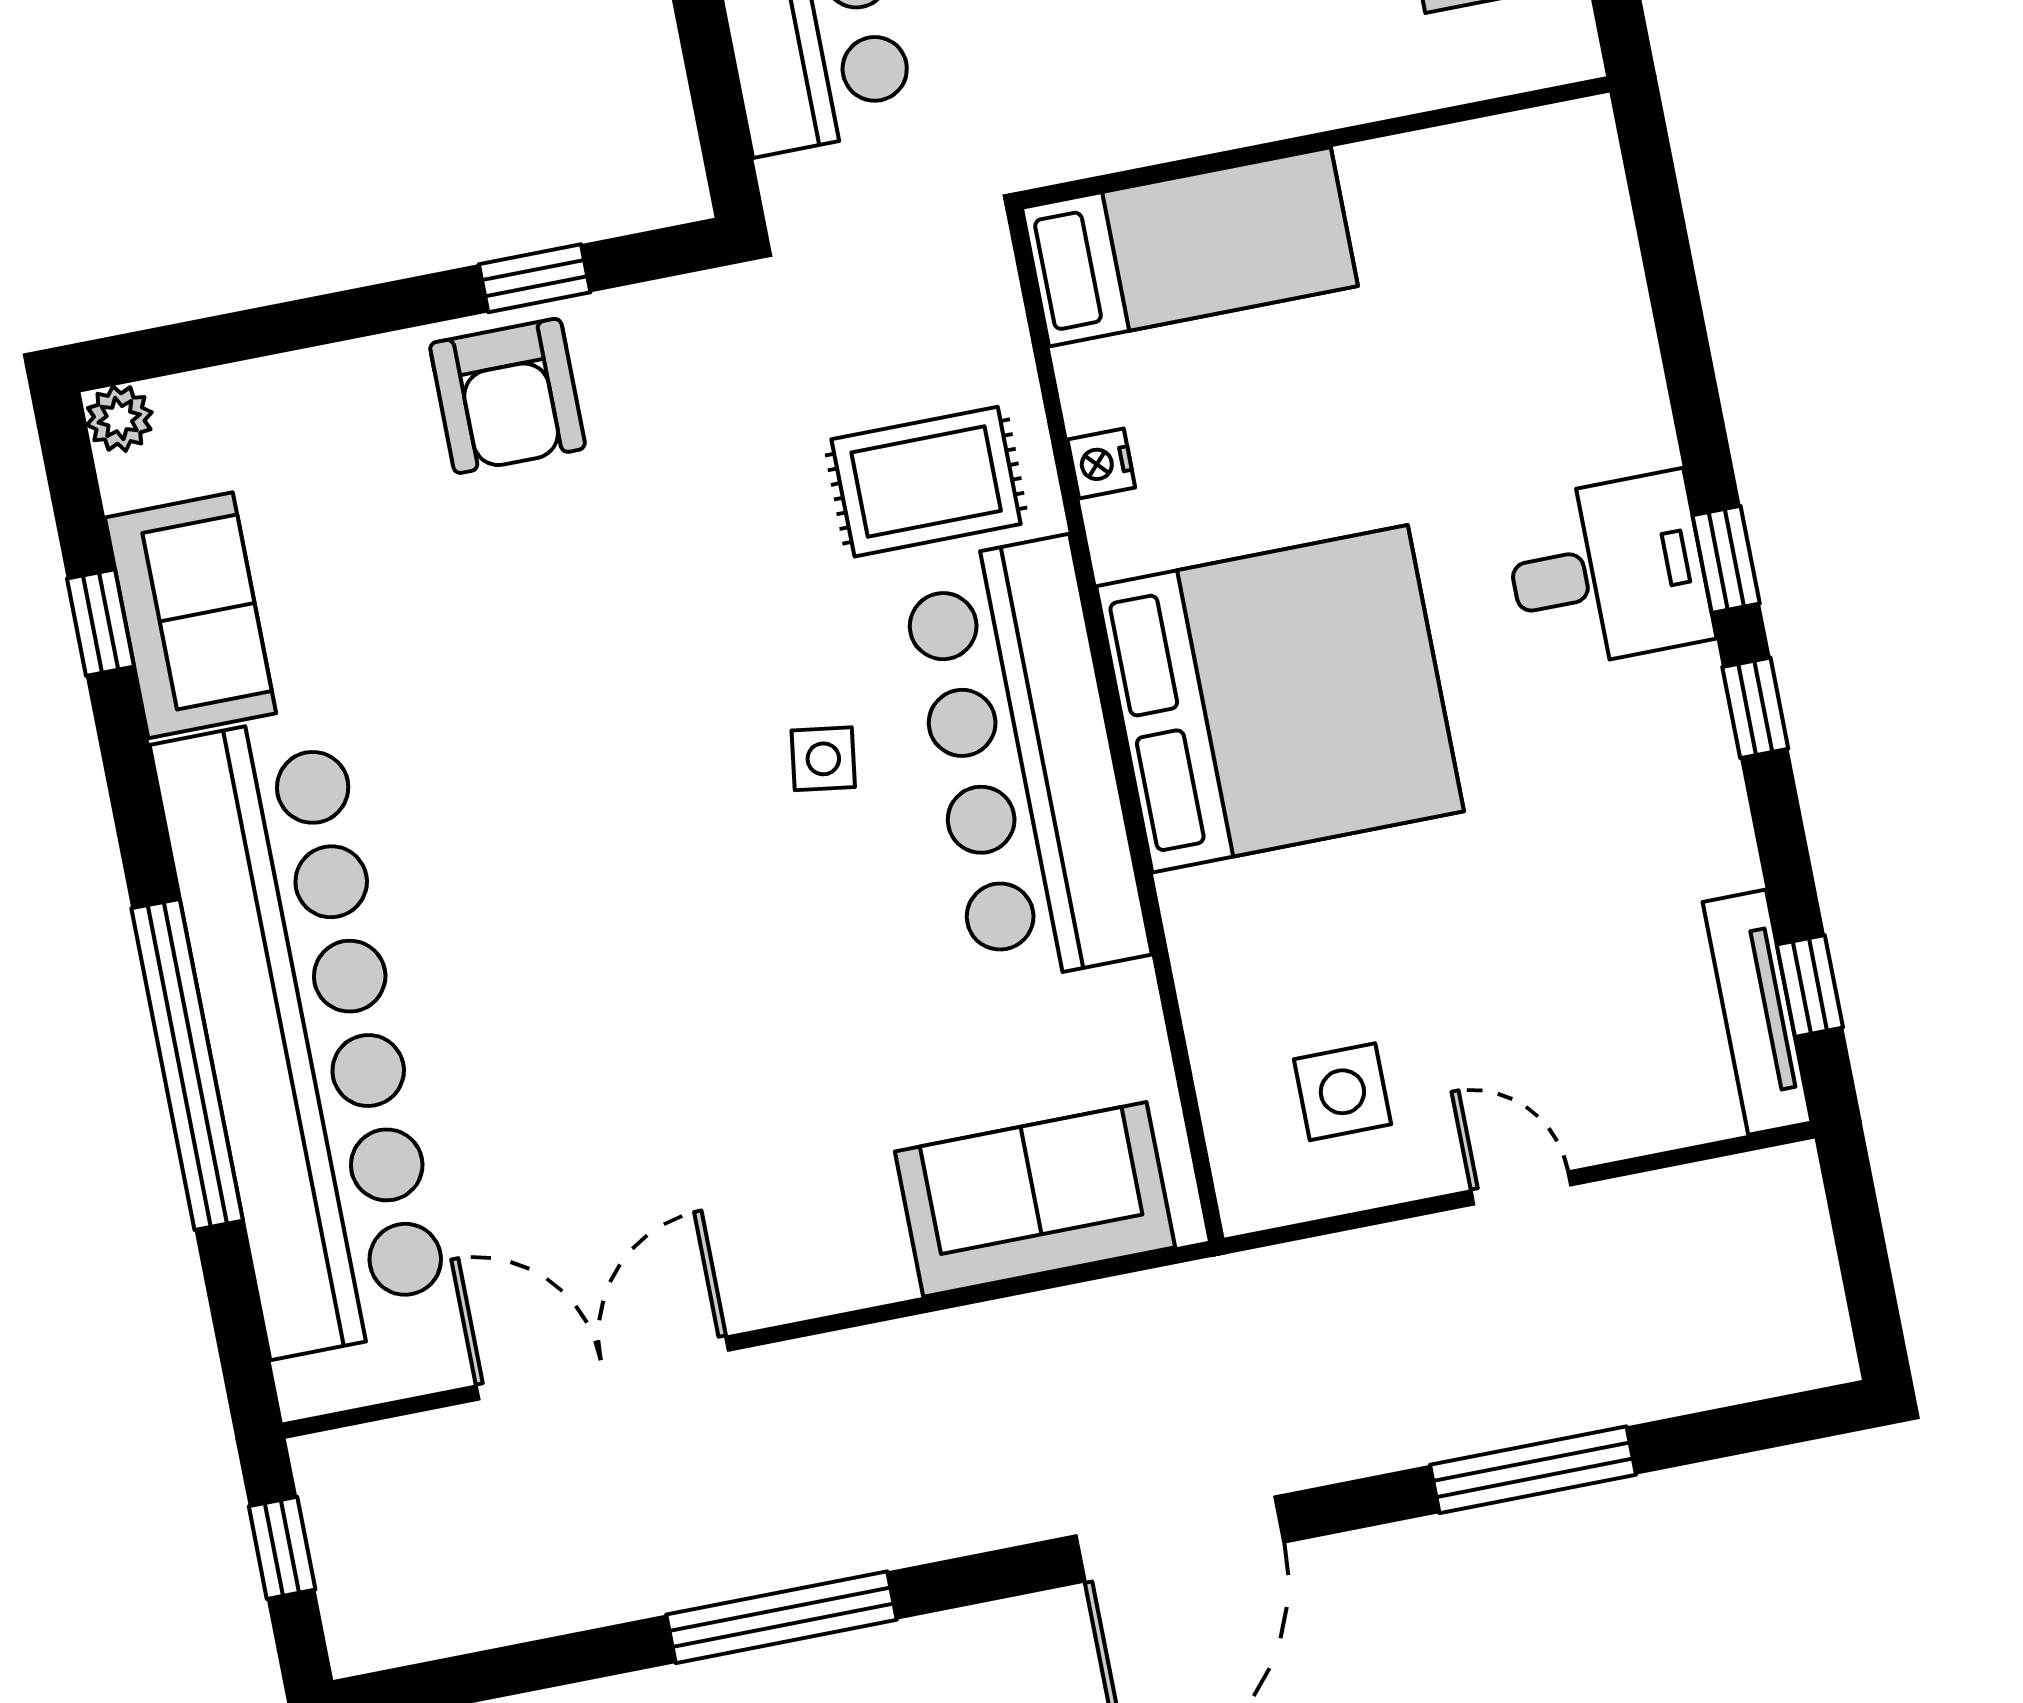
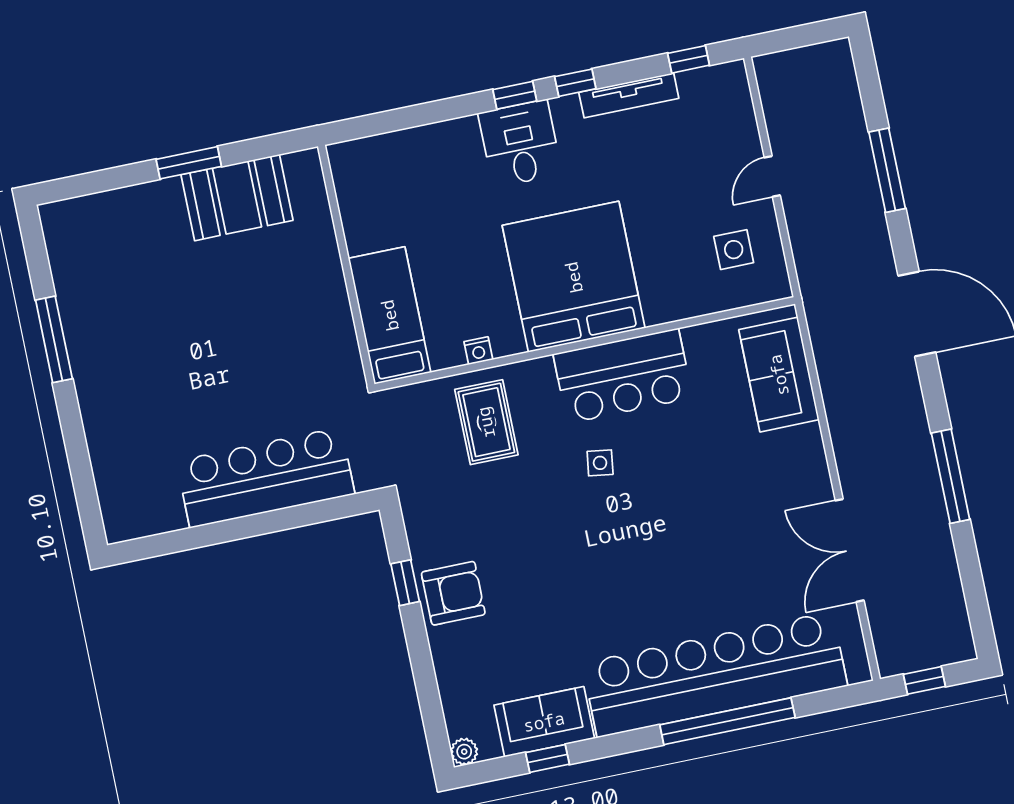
bar counter: (1025, 761) -> (623, 376), width x0.73
tv unit: (1757, 1012) -> (629, 95), moved

